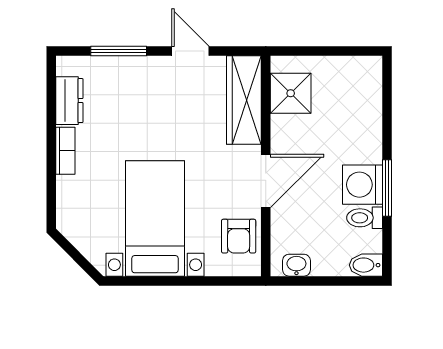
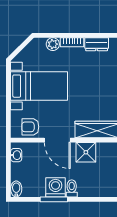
shower: (291, 93) -> (86, 152), moved
plant: (69, 190) -> (53, 44), added
toilet: (365, 218) -> (72, 188), moved

